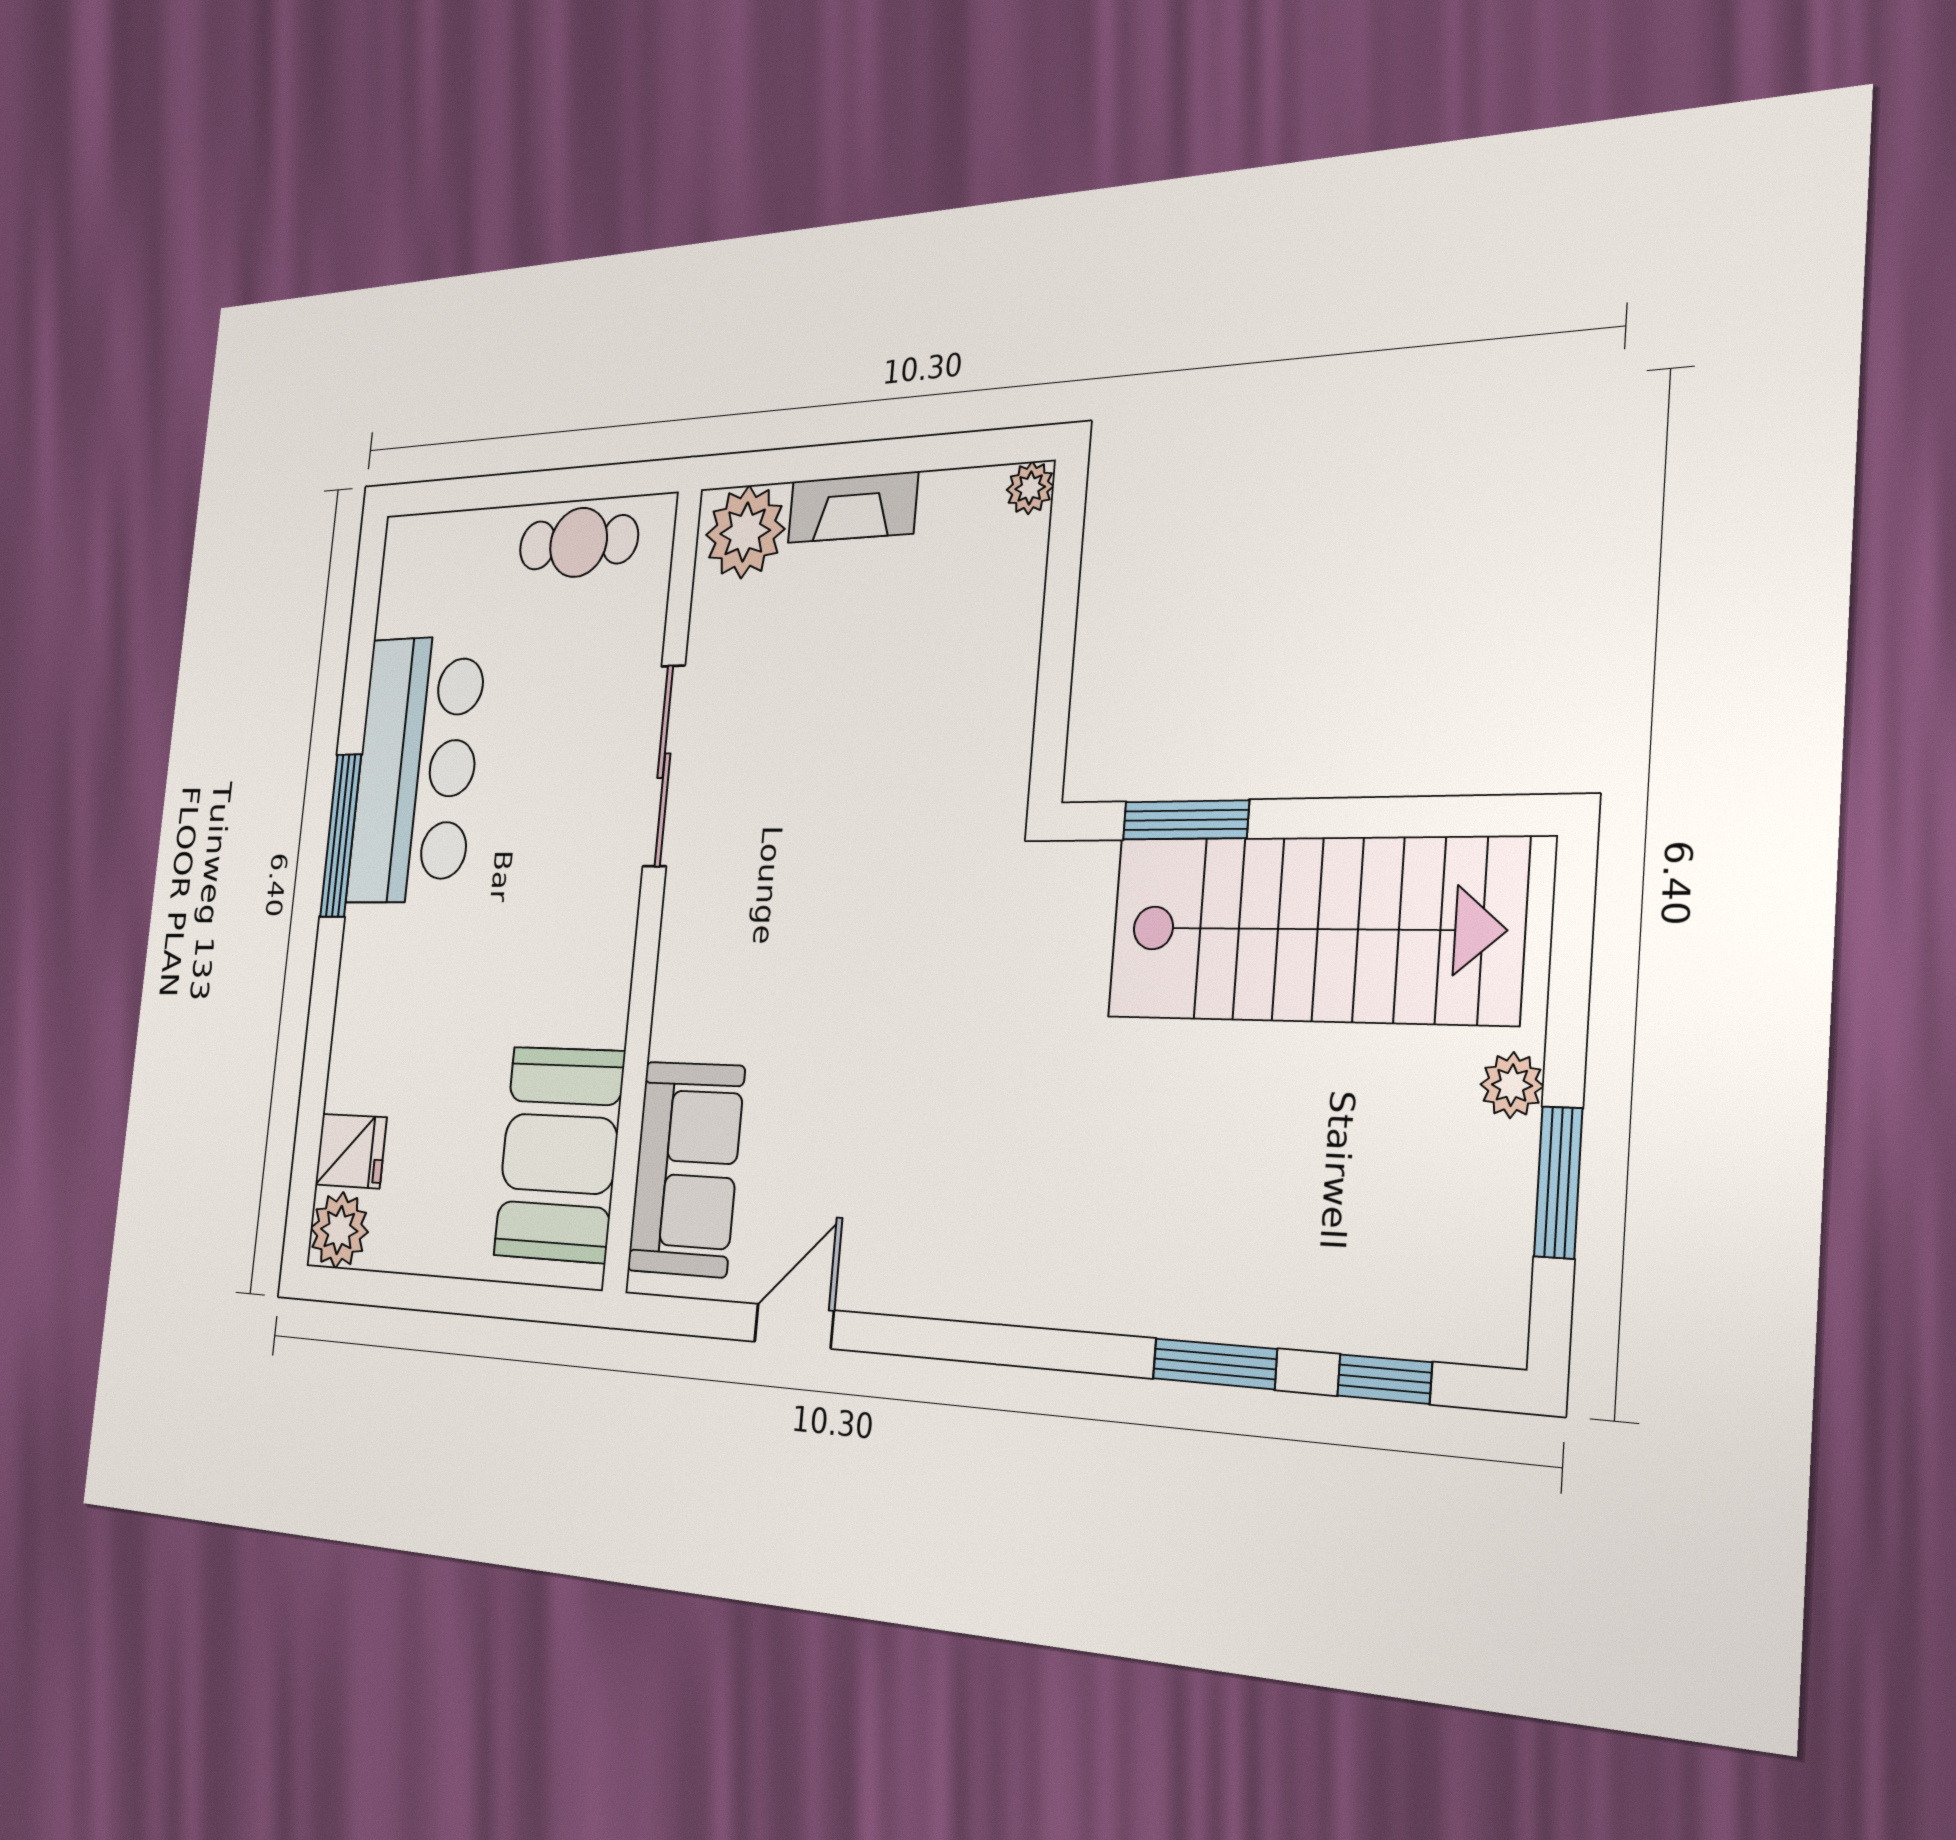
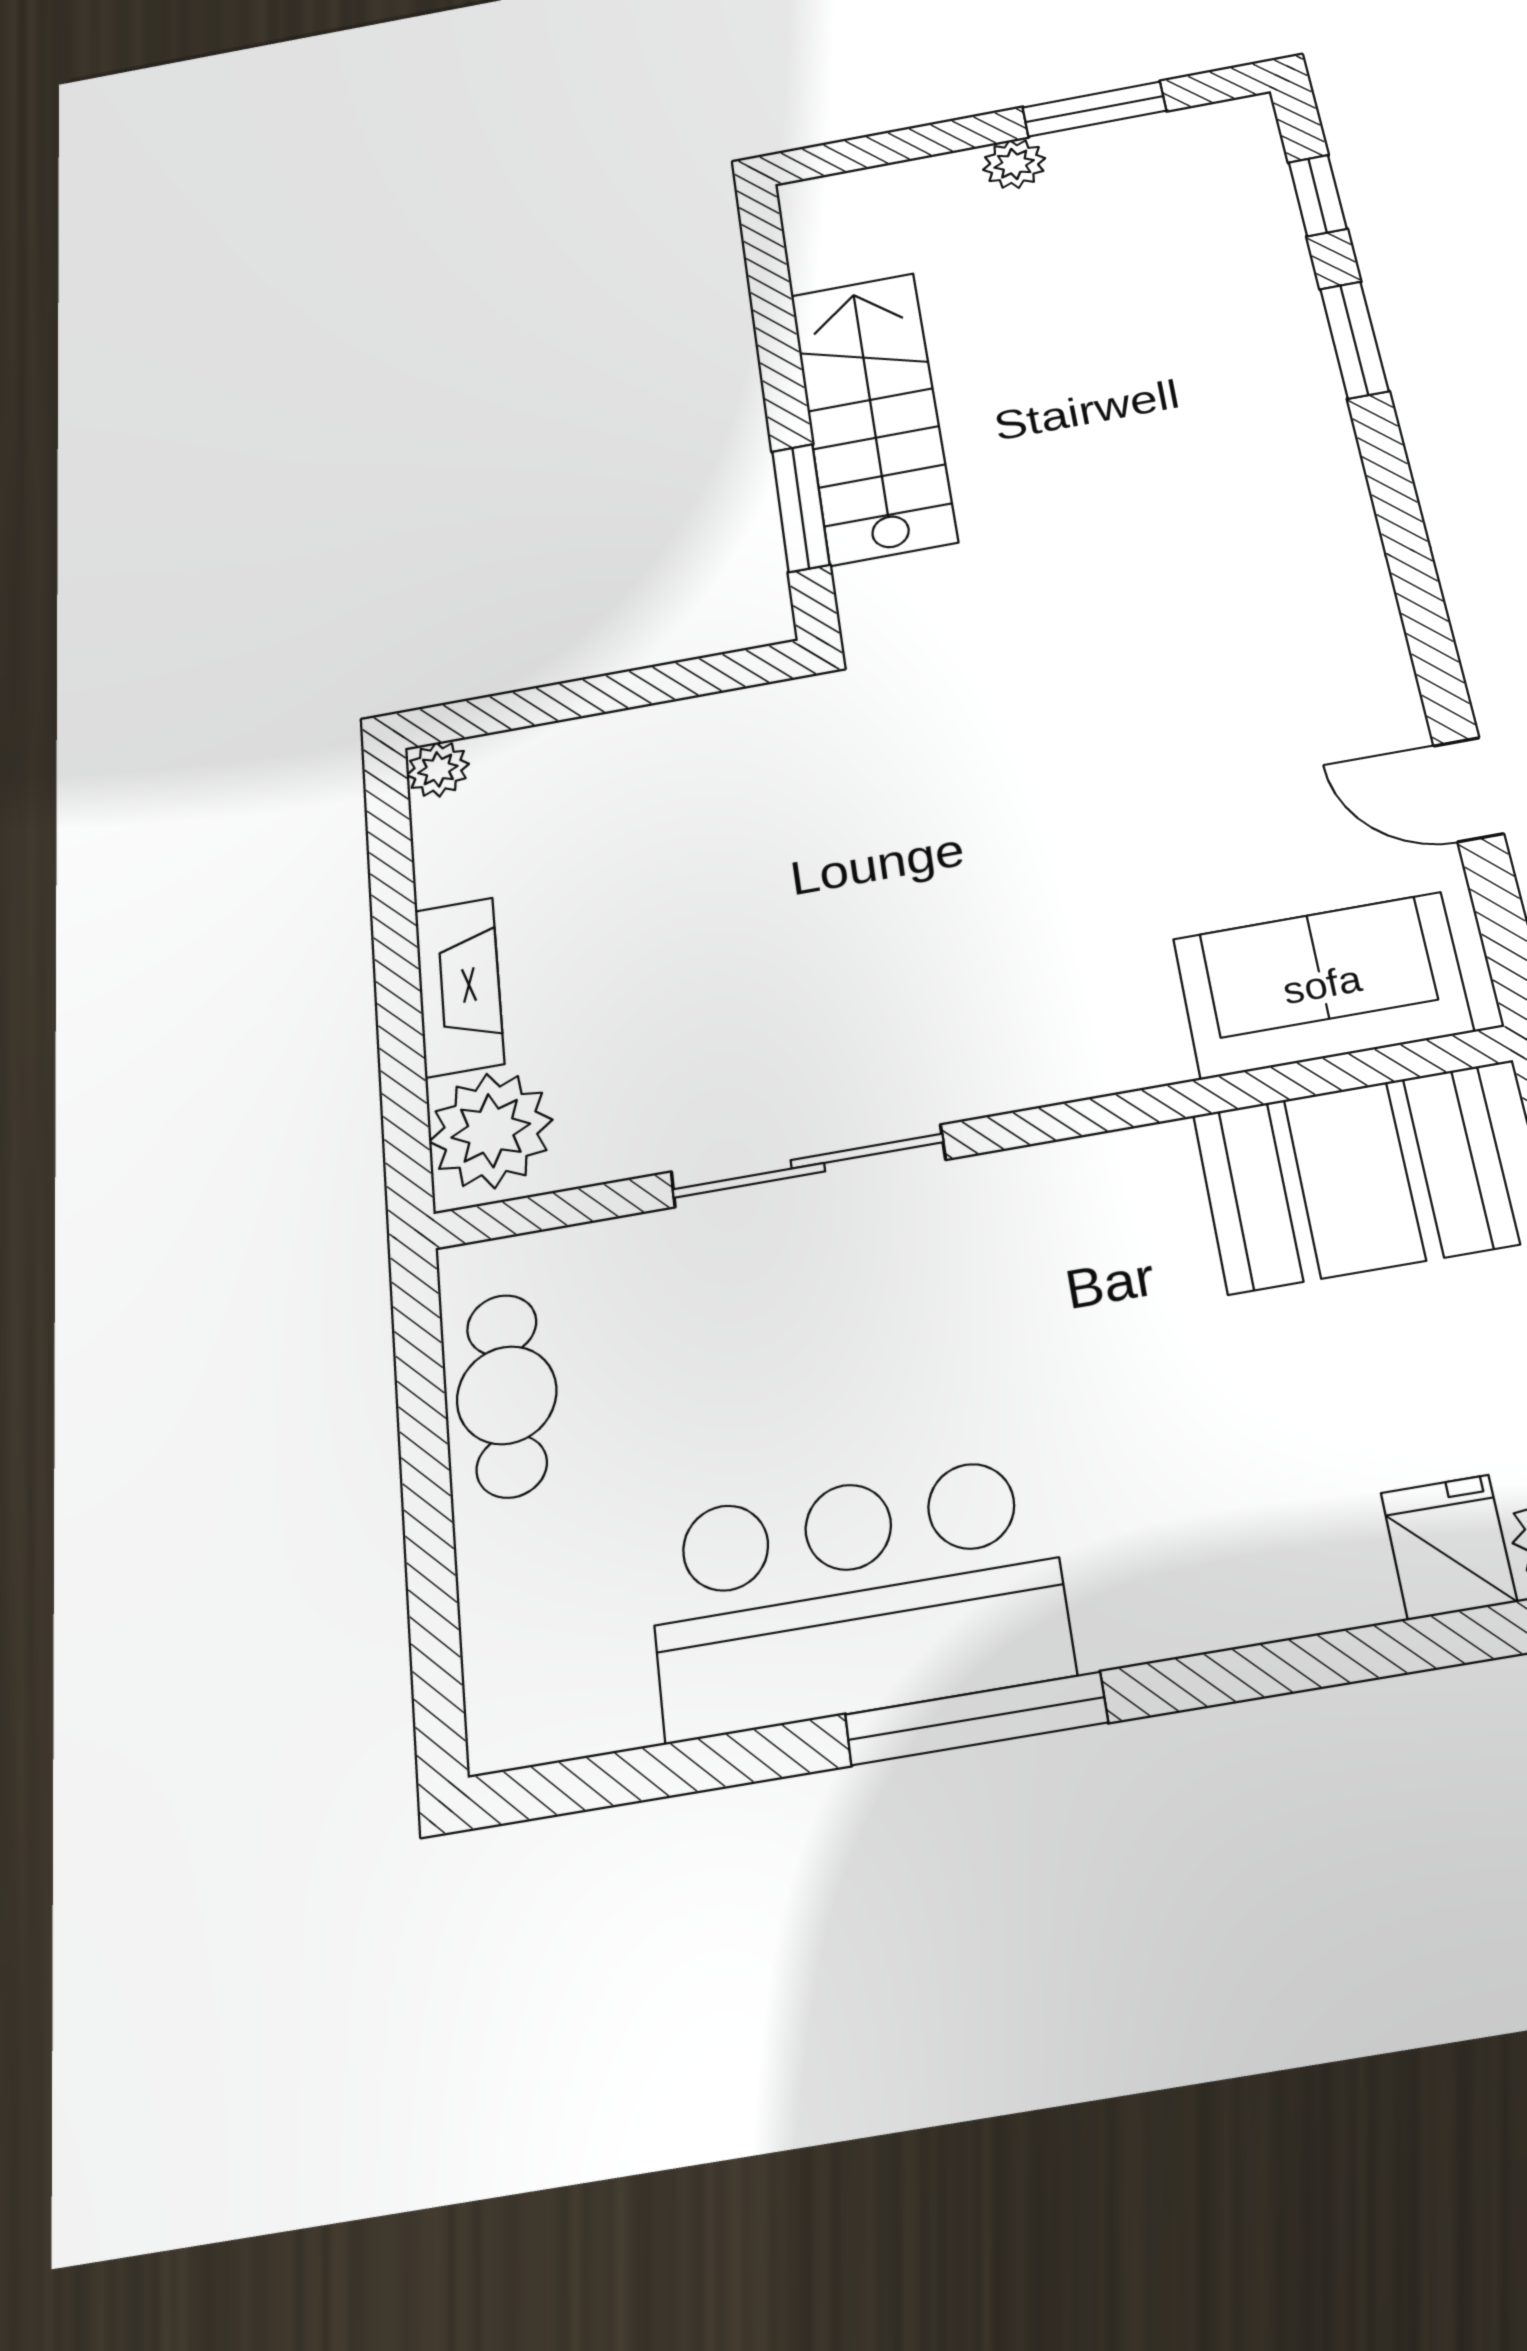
stairs: (1312, 929) -> (873, 416), width x0.73, depth x0.66

